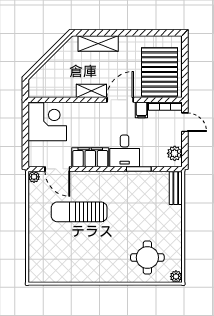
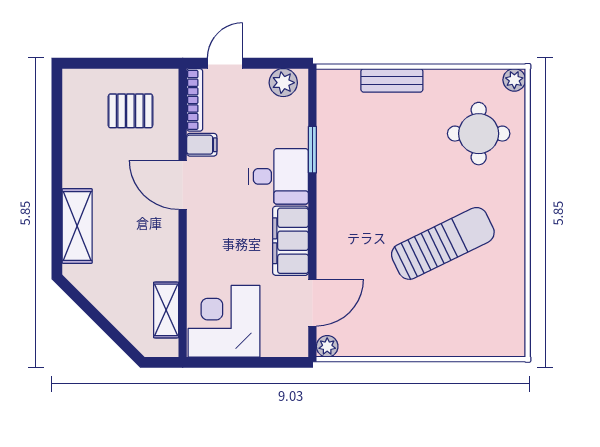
pallet: (159, 72) -> (130, 111), width x0.49, depth x0.50
shelving: (91, 91) -> (166, 310), moved
bench: (176, 188) -> (392, 80), moved
sun lounger: (79, 212) -> (443, 243), moved, turned -116

